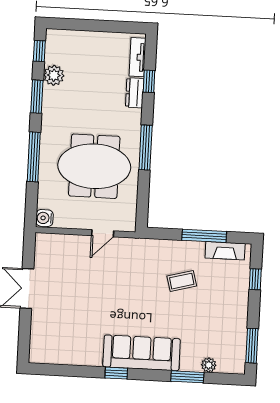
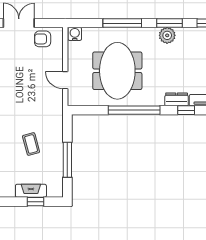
plant: (54, 75) -> (167, 35), moved
window: (146, 147) -> (134, 110), width x1.46
fireplace: (225, 251) -> (31, 191), moved, turned 90
armchair: (49, 259) -> (43, 39), added

